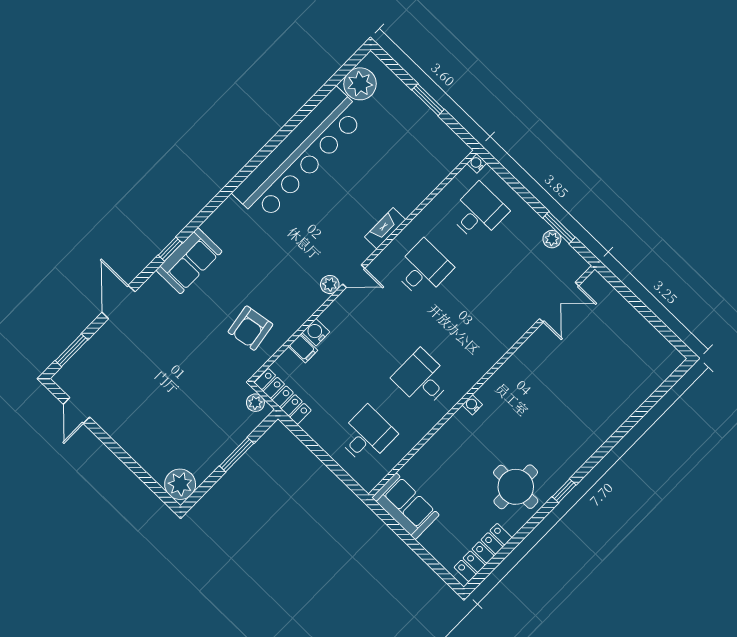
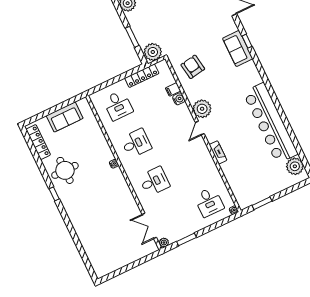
window: (428, 100) -> (262, 203), moved
plant: (552, 239) -> (164, 243), moved
desk: (423, 269) -> (154, 181), moved, turned -90
plant: (330, 284) -> (202, 109), width x1.87, depth x1.87
locker: (283, 397) -> (142, 76), moved
plant: (255, 403) -> (153, 52), width x1.87, depth x1.87
sofa: (406, 506) -> (65, 117), moved

